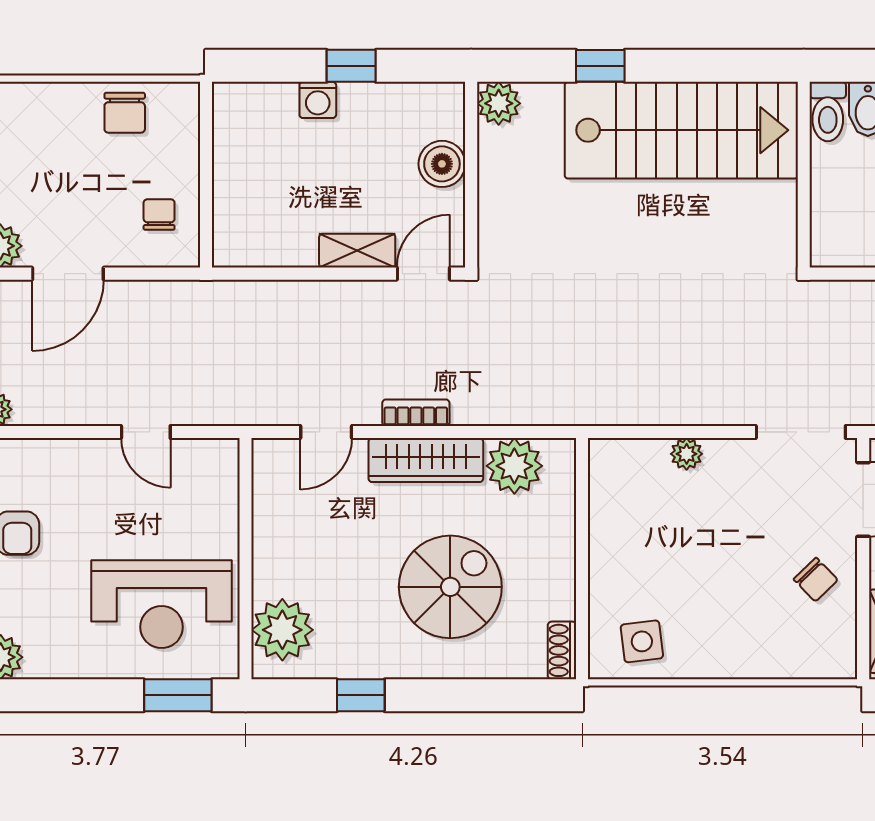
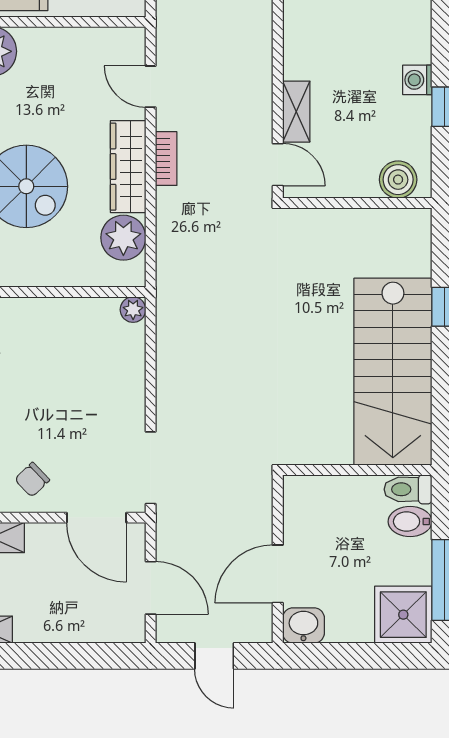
plant: (499, 103) -> (415, 225), removed
boiler: (442, 164) -> (398, 180), moved
plant: (687, 454) -> (133, 310), moved

